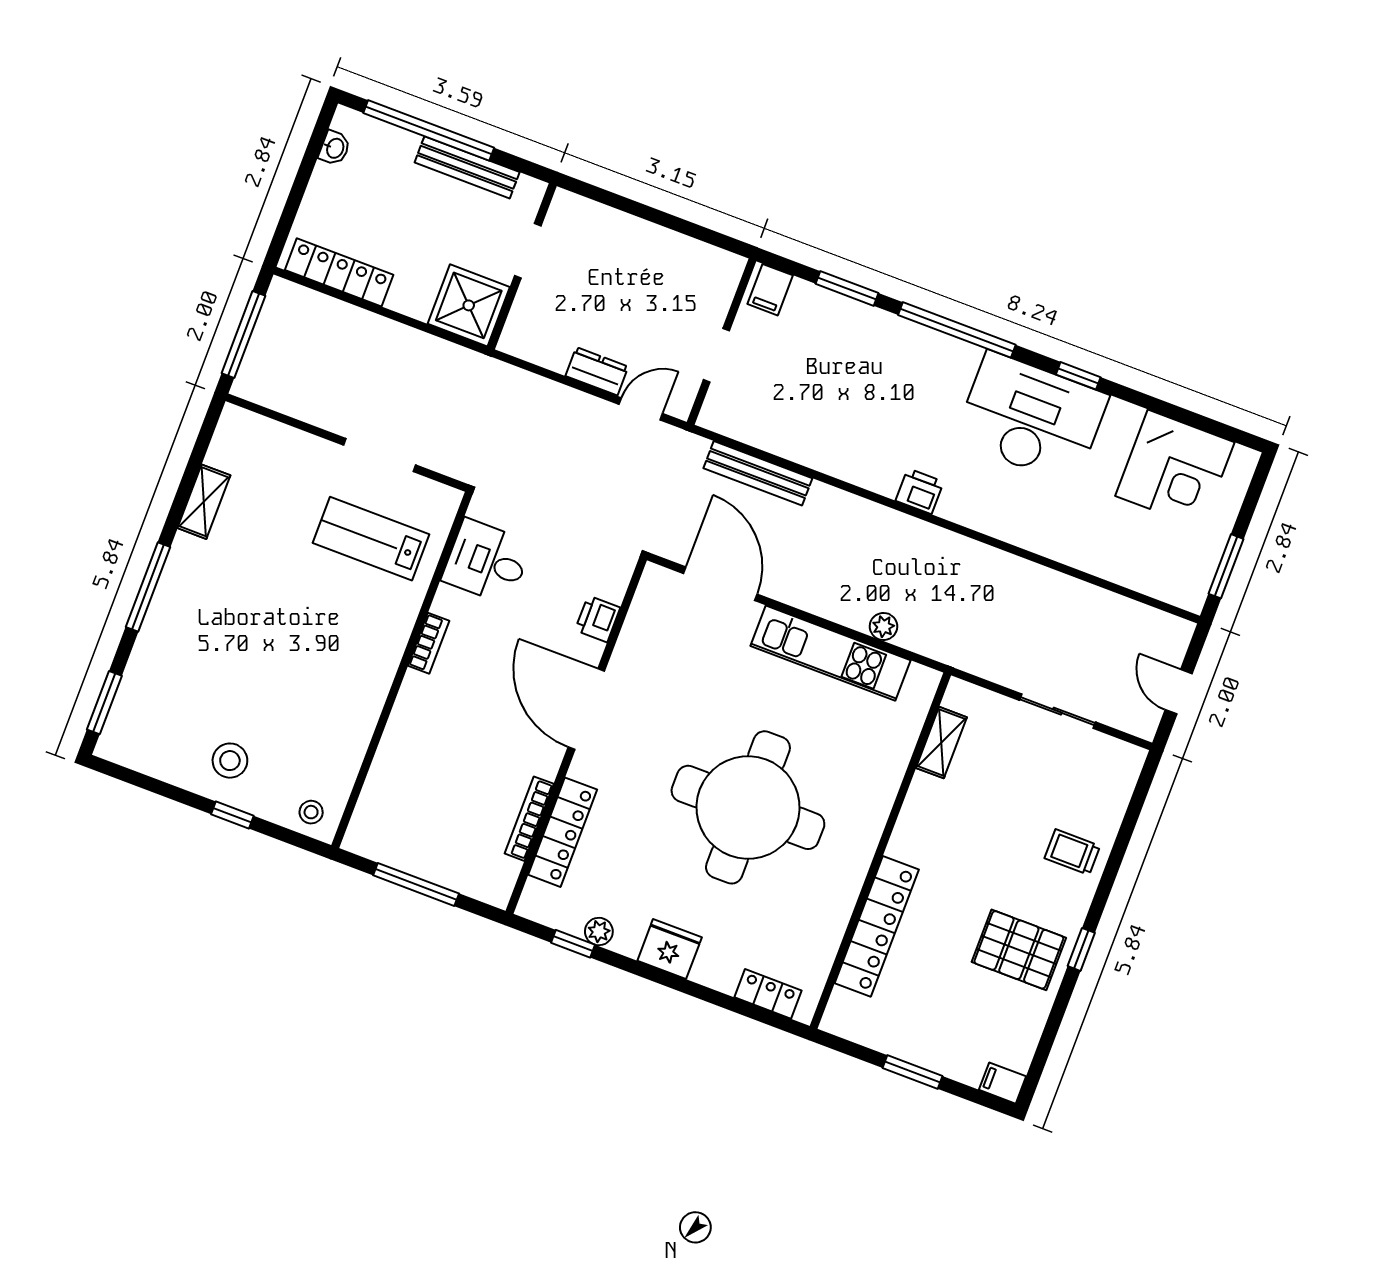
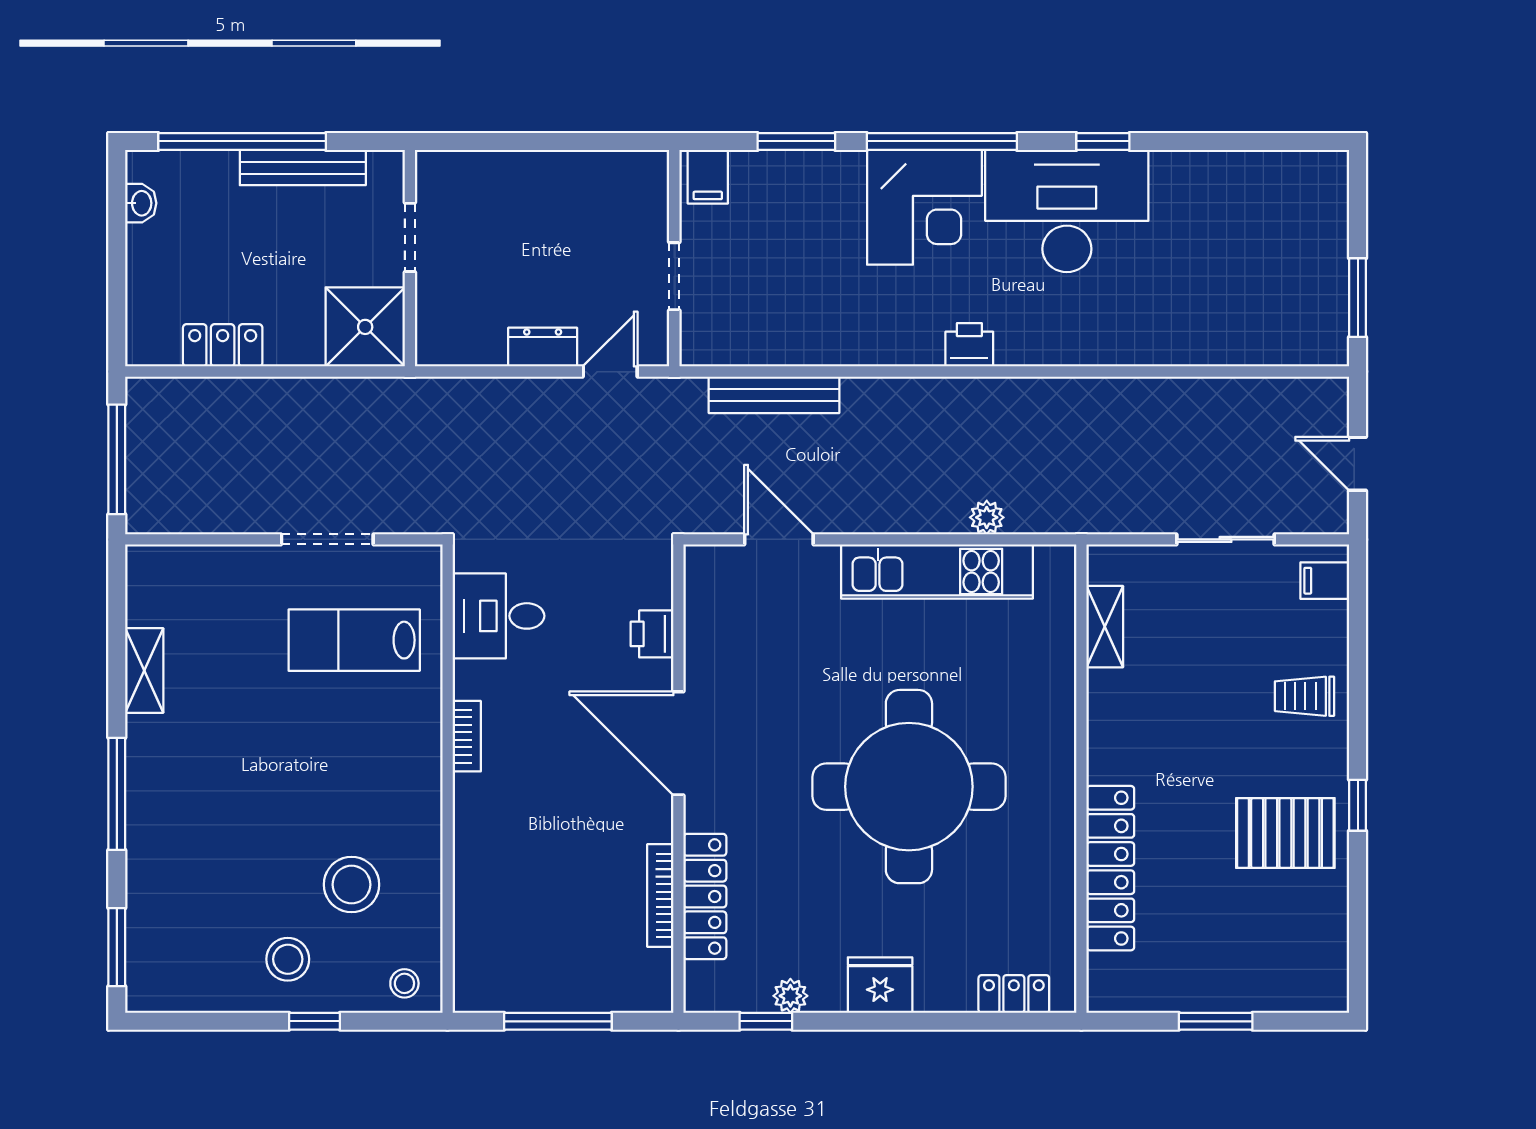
locker: (339, 272) -> (223, 345), width x0.66
corner desk: (1175, 469) -> (924, 207), moved
door: (720, 584) -> (779, 539), width x0.73
stool: (299, 722) -> (351, 885), added
filing cabinet: (1003, 1083) -> (1325, 581), moved

